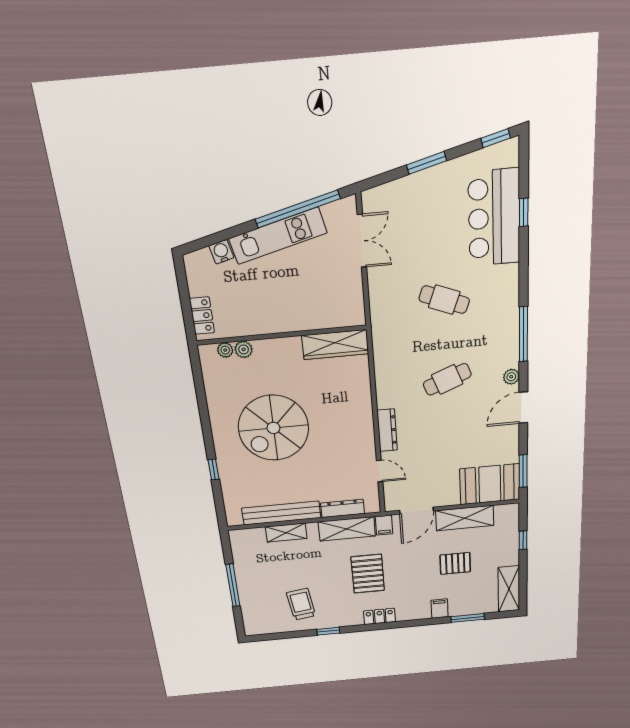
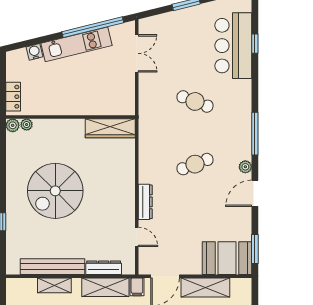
plant: (244, 349) -> (13, 125), moved

